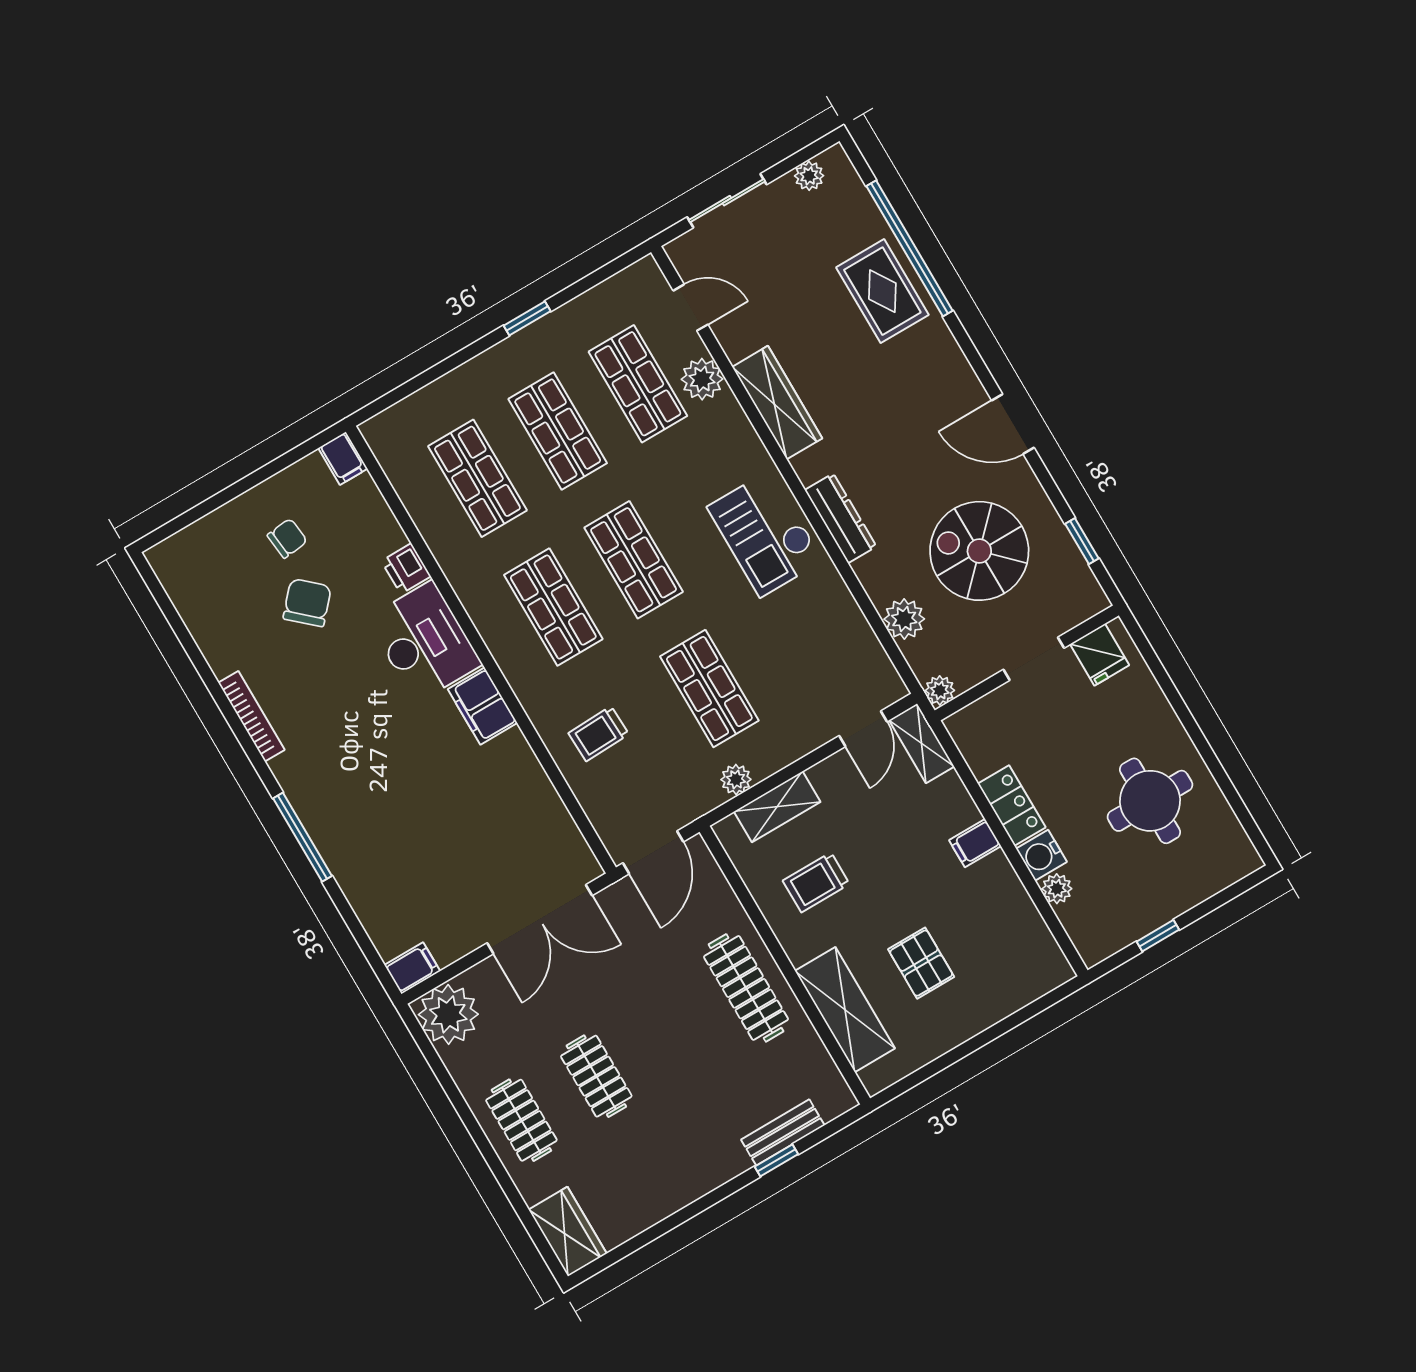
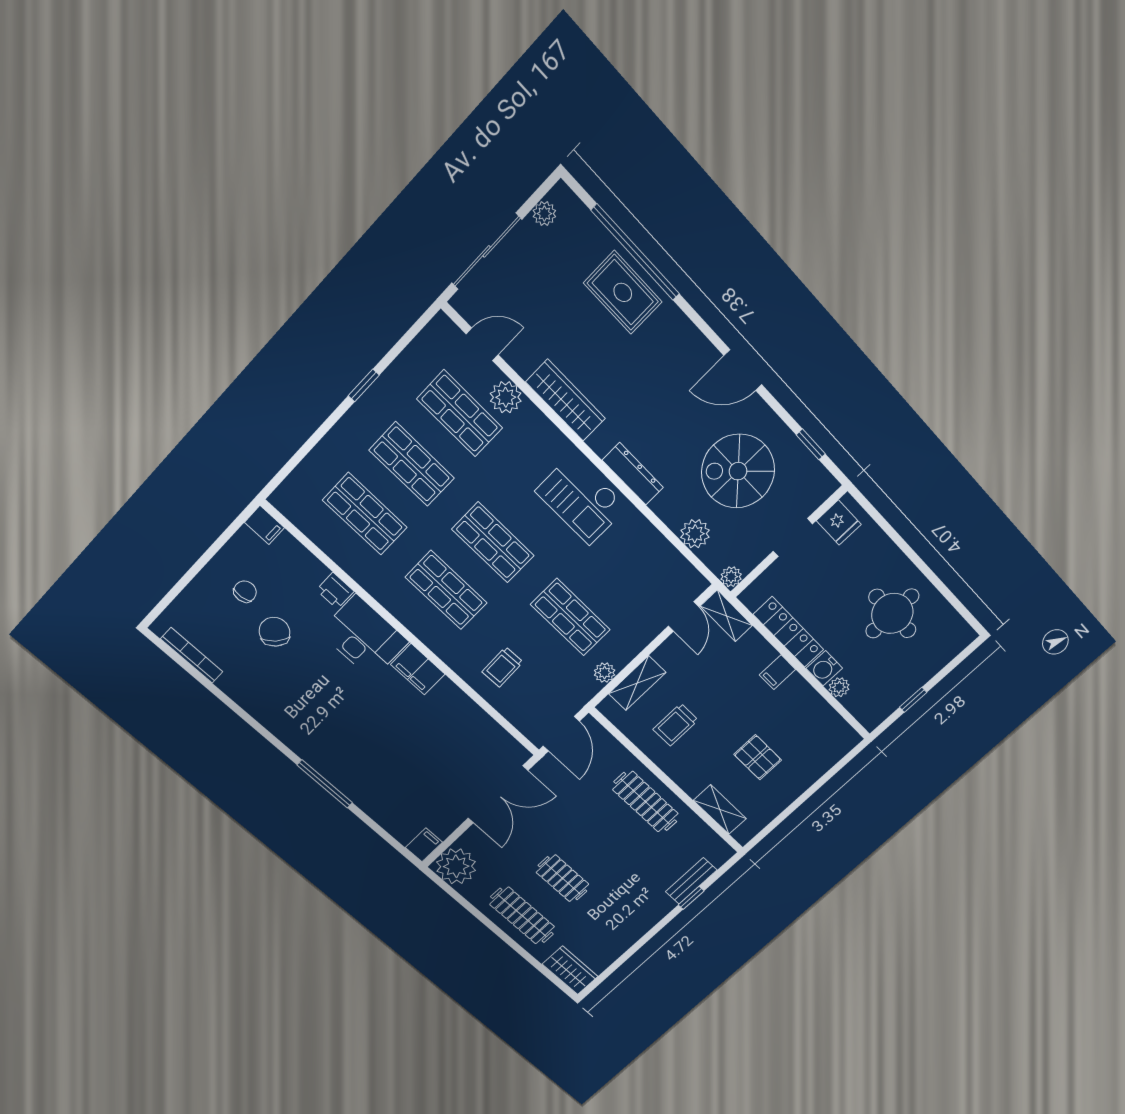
sliding door: (727, 201) -> (487, 251), width x1.37
bookcase: (251, 716) -> (192, 655), moved
locker: (1012, 806) -> (789, 632), width x1.53
shelving: (845, 1010) -> (720, 810), width x0.67, depth x0.75
clothes rail: (521, 1120) -> (522, 915), width x1.36

